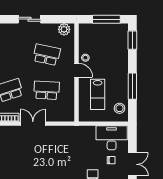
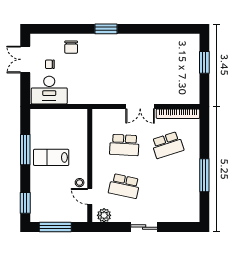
door: (77, 70) -> (90, 196), moved
lab bench: (98, 94) -> (51, 157), moved, turned -90
stool: (120, 108) -> (40, 124), removed

